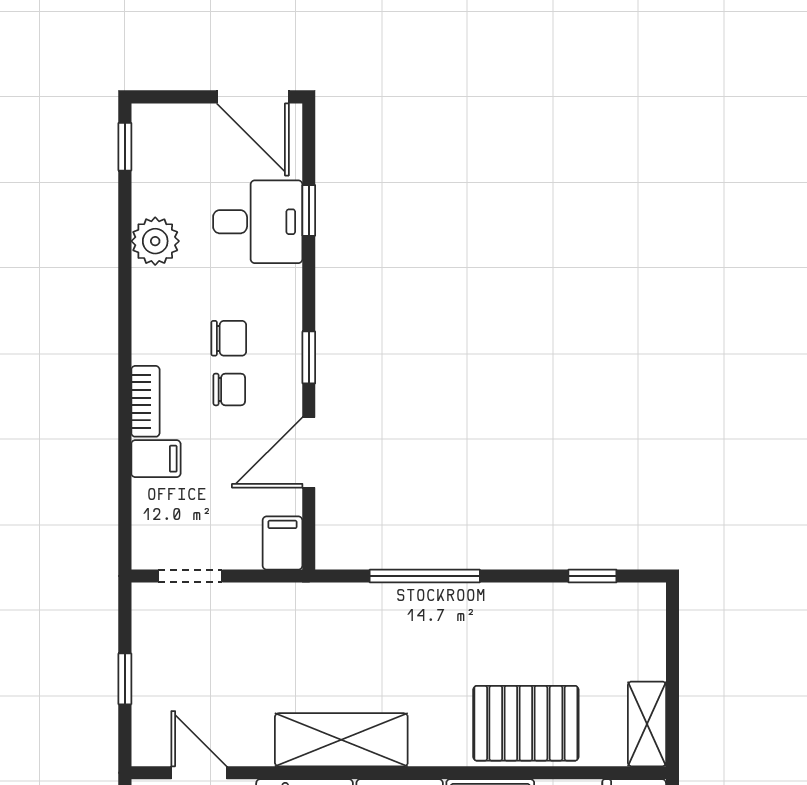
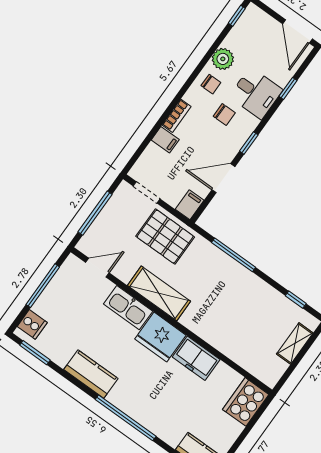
desk: (258, 222) -> (256, 93), moved
chair: (229, 389) -> (211, 84), moved
window: (125, 679) -> (95, 213), width x2.17
pallet: (526, 723) -> (165, 237), moved
shelving: (647, 724) -> (295, 343), moved
door: (199, 773) -> (97, 268), hinge flipped

